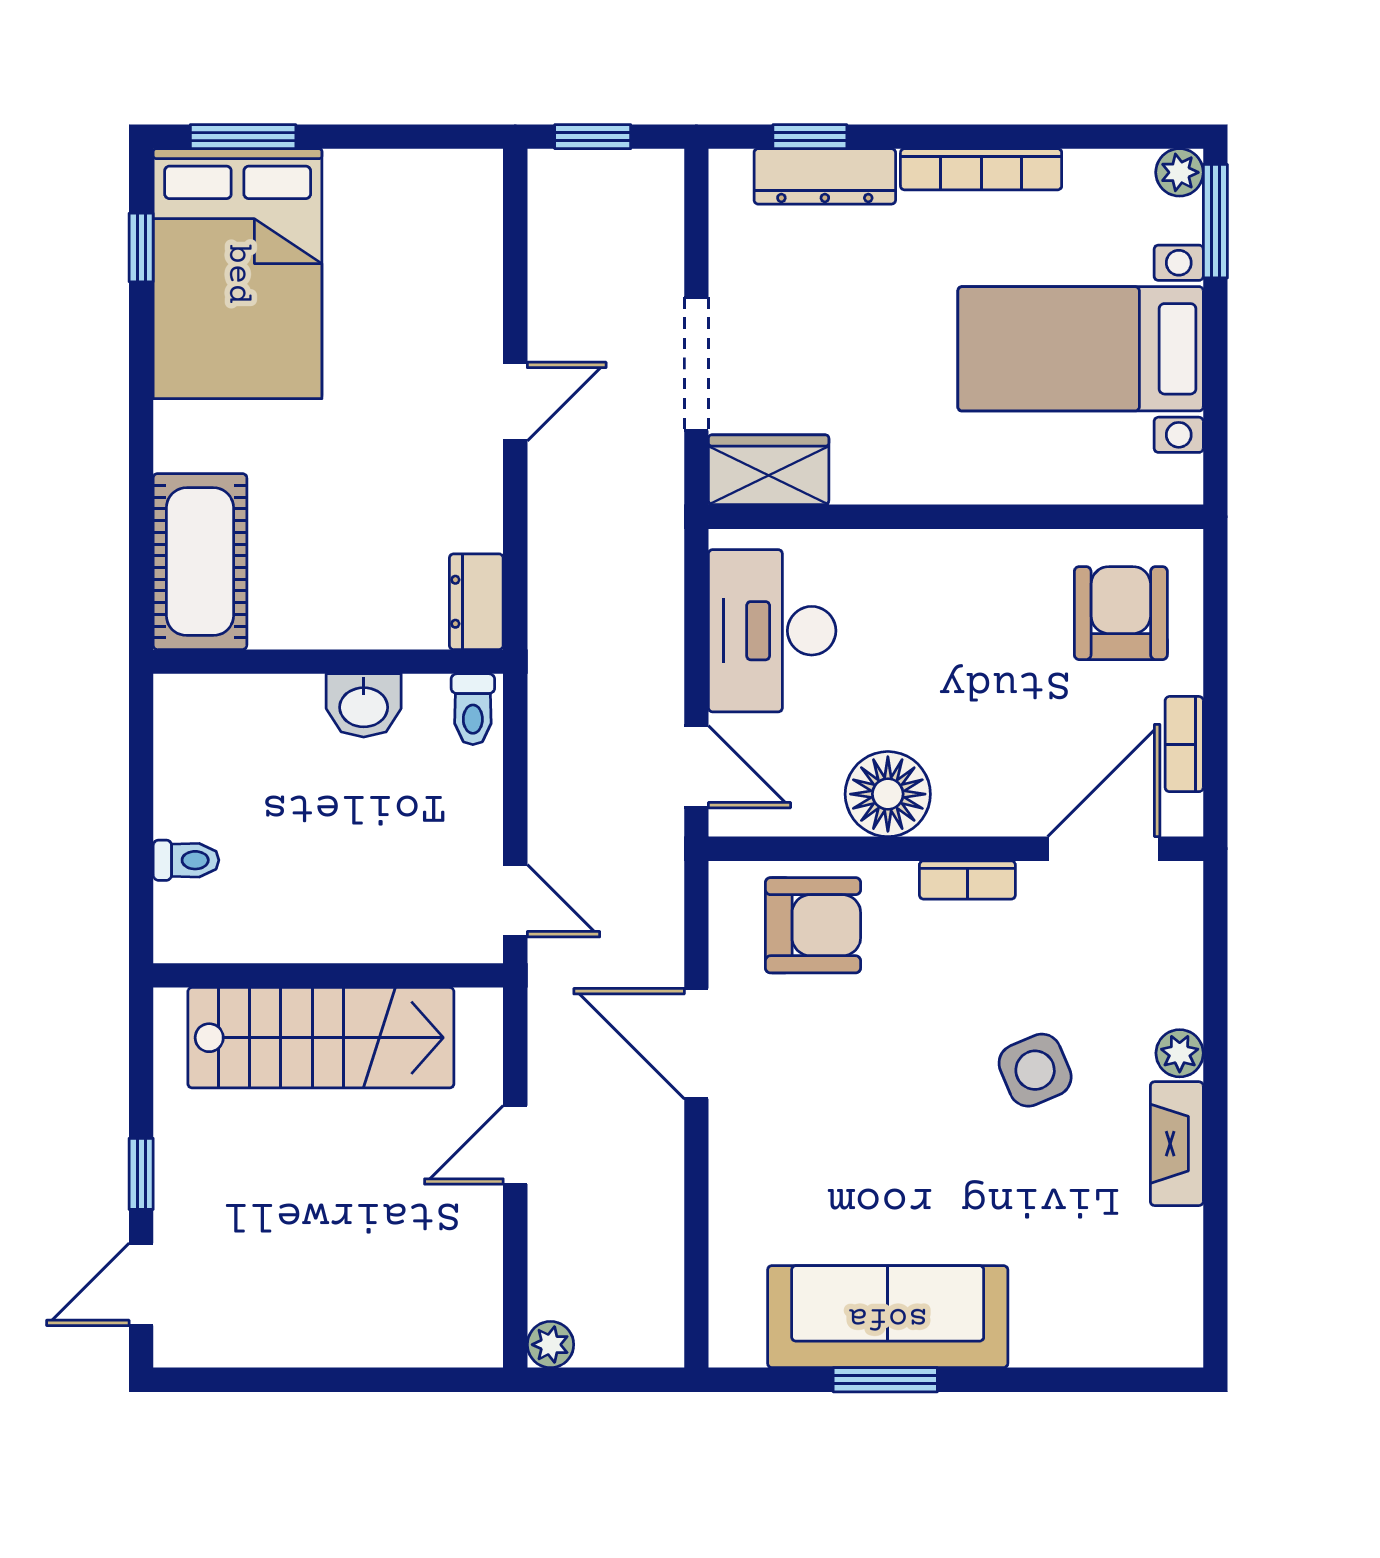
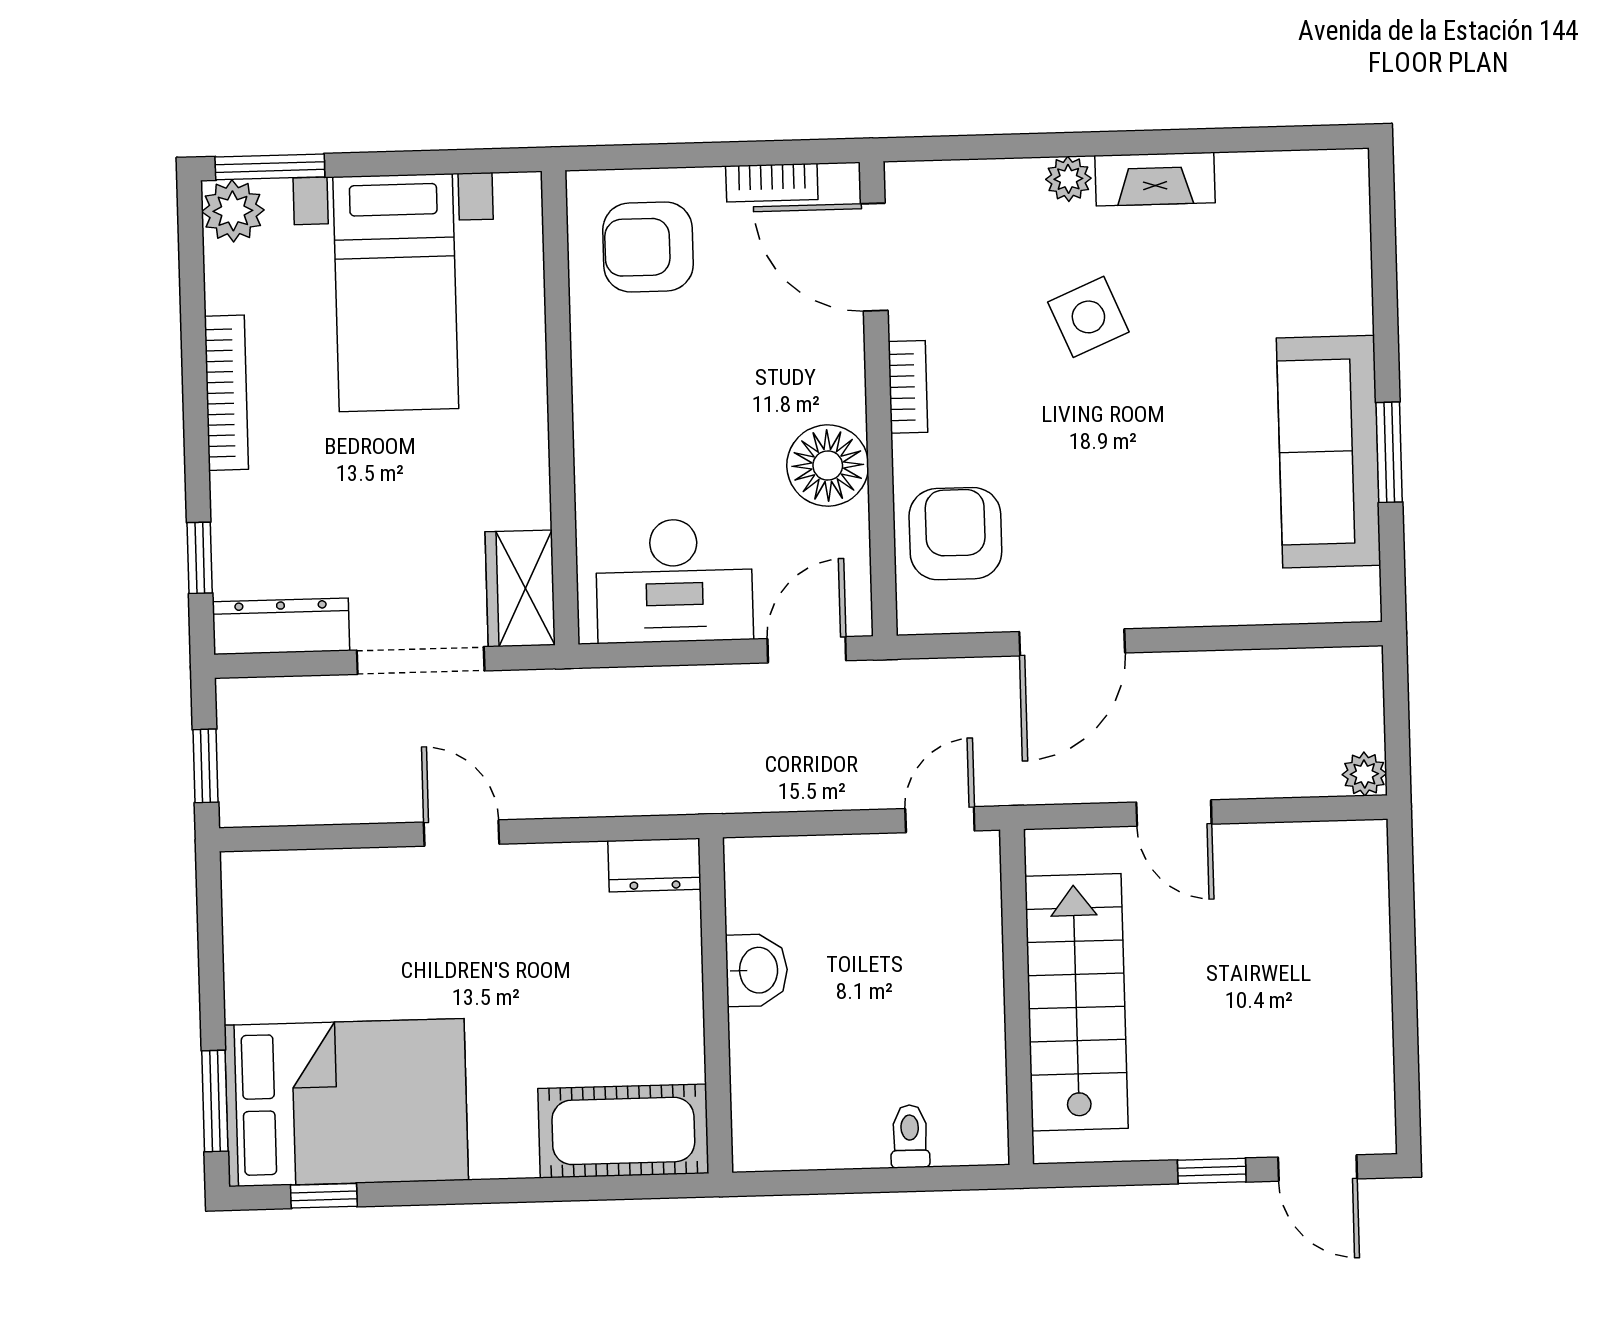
plant: (1180, 172) -> (233, 211), width x1.38, depth x1.38
dresser: (825, 176) -> (281, 626), moved, turned -90
toilet: (473, 709) -> (758, 865), removed

